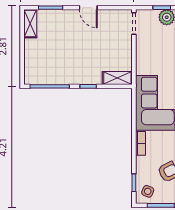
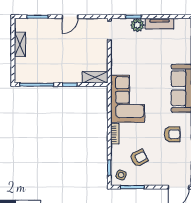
door: (88, 8) -> (70, 17), hinge flipped
shelving: (30, 24) -> (20, 44), moved

